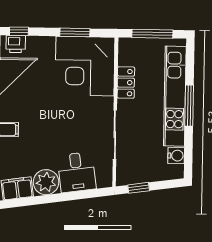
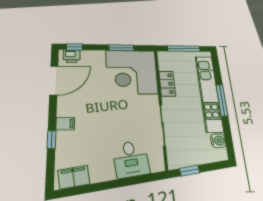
plant: (46, 182) -> (102, 170), removed

